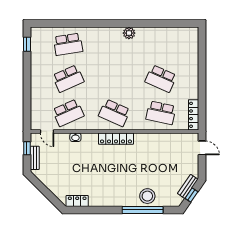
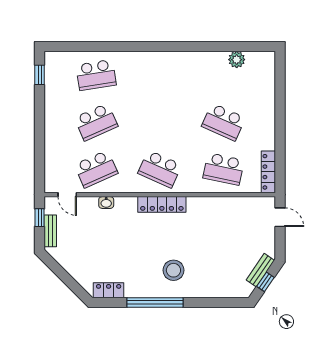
plant: (129, 33) -> (237, 60), moved
stool: (147, 196) -> (173, 270), moved
window: (143, 210) -> (155, 302), moved

